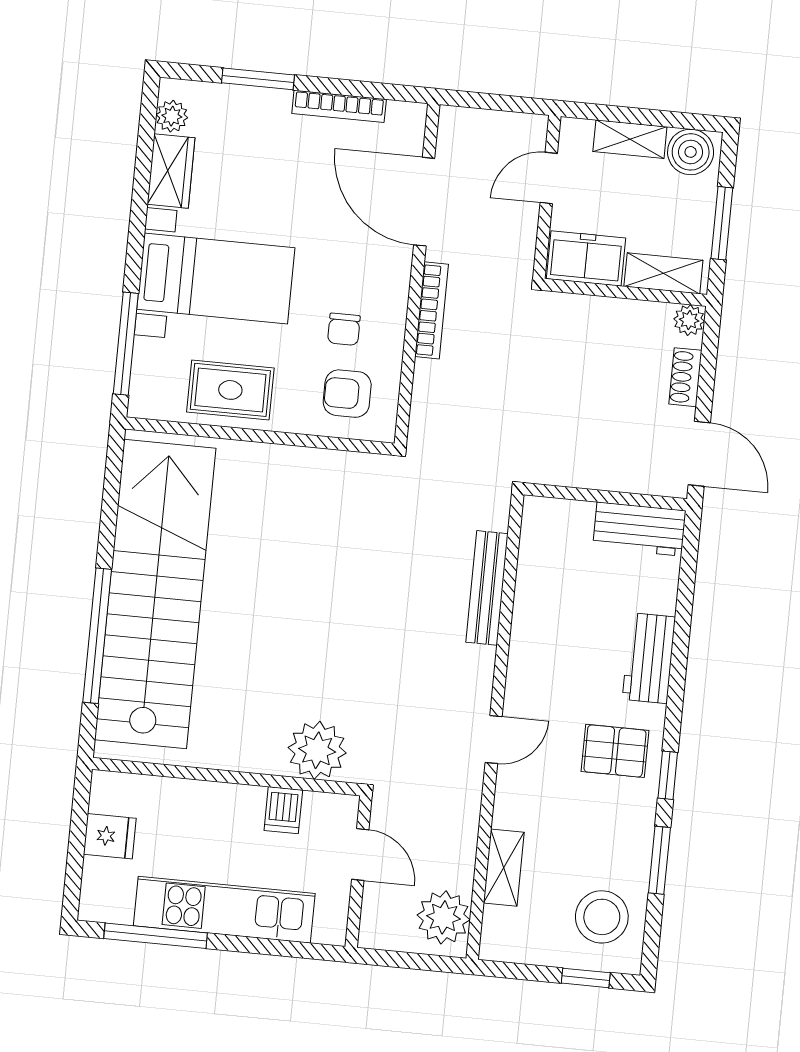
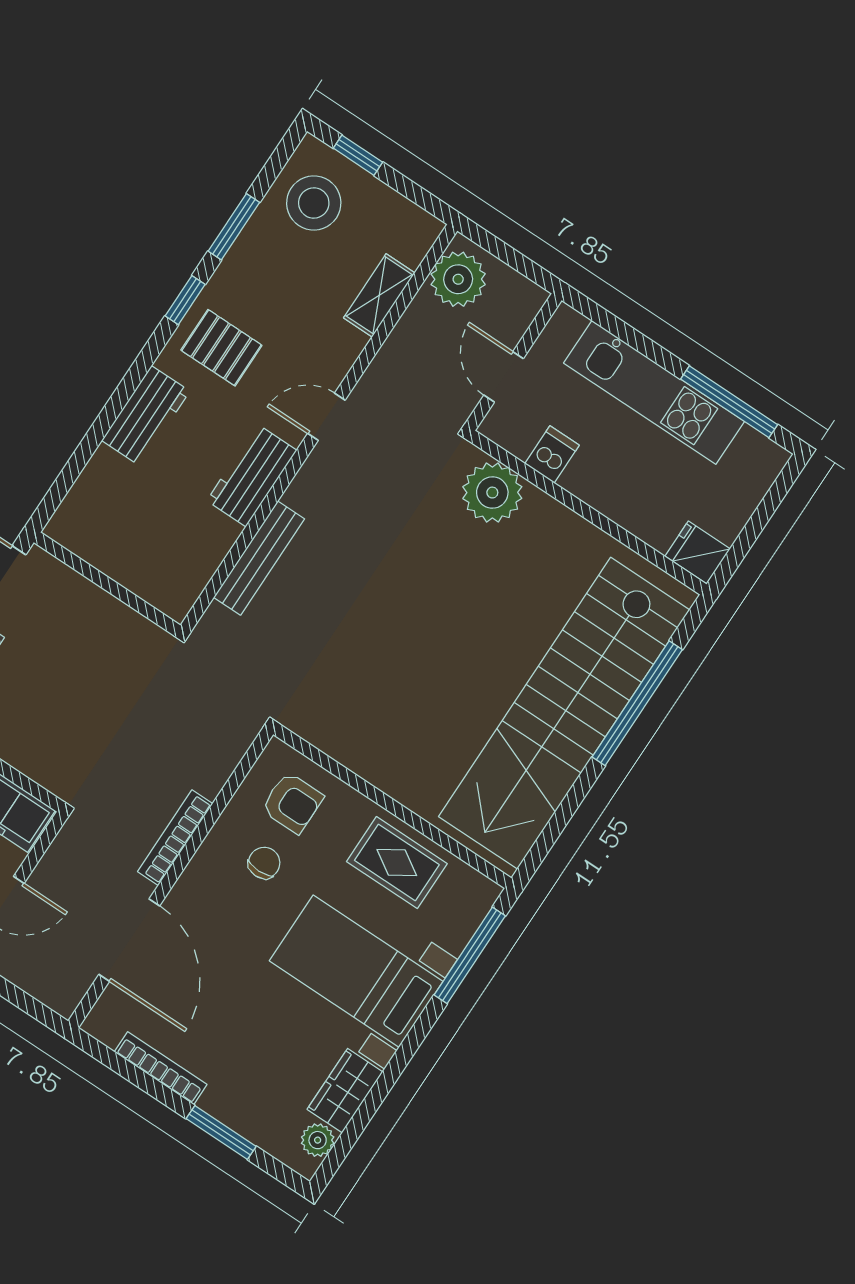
workbench: (639, 529) -> (252, 476), moved, turned -90
fridge: (110, 836) -> (698, 553), moved

